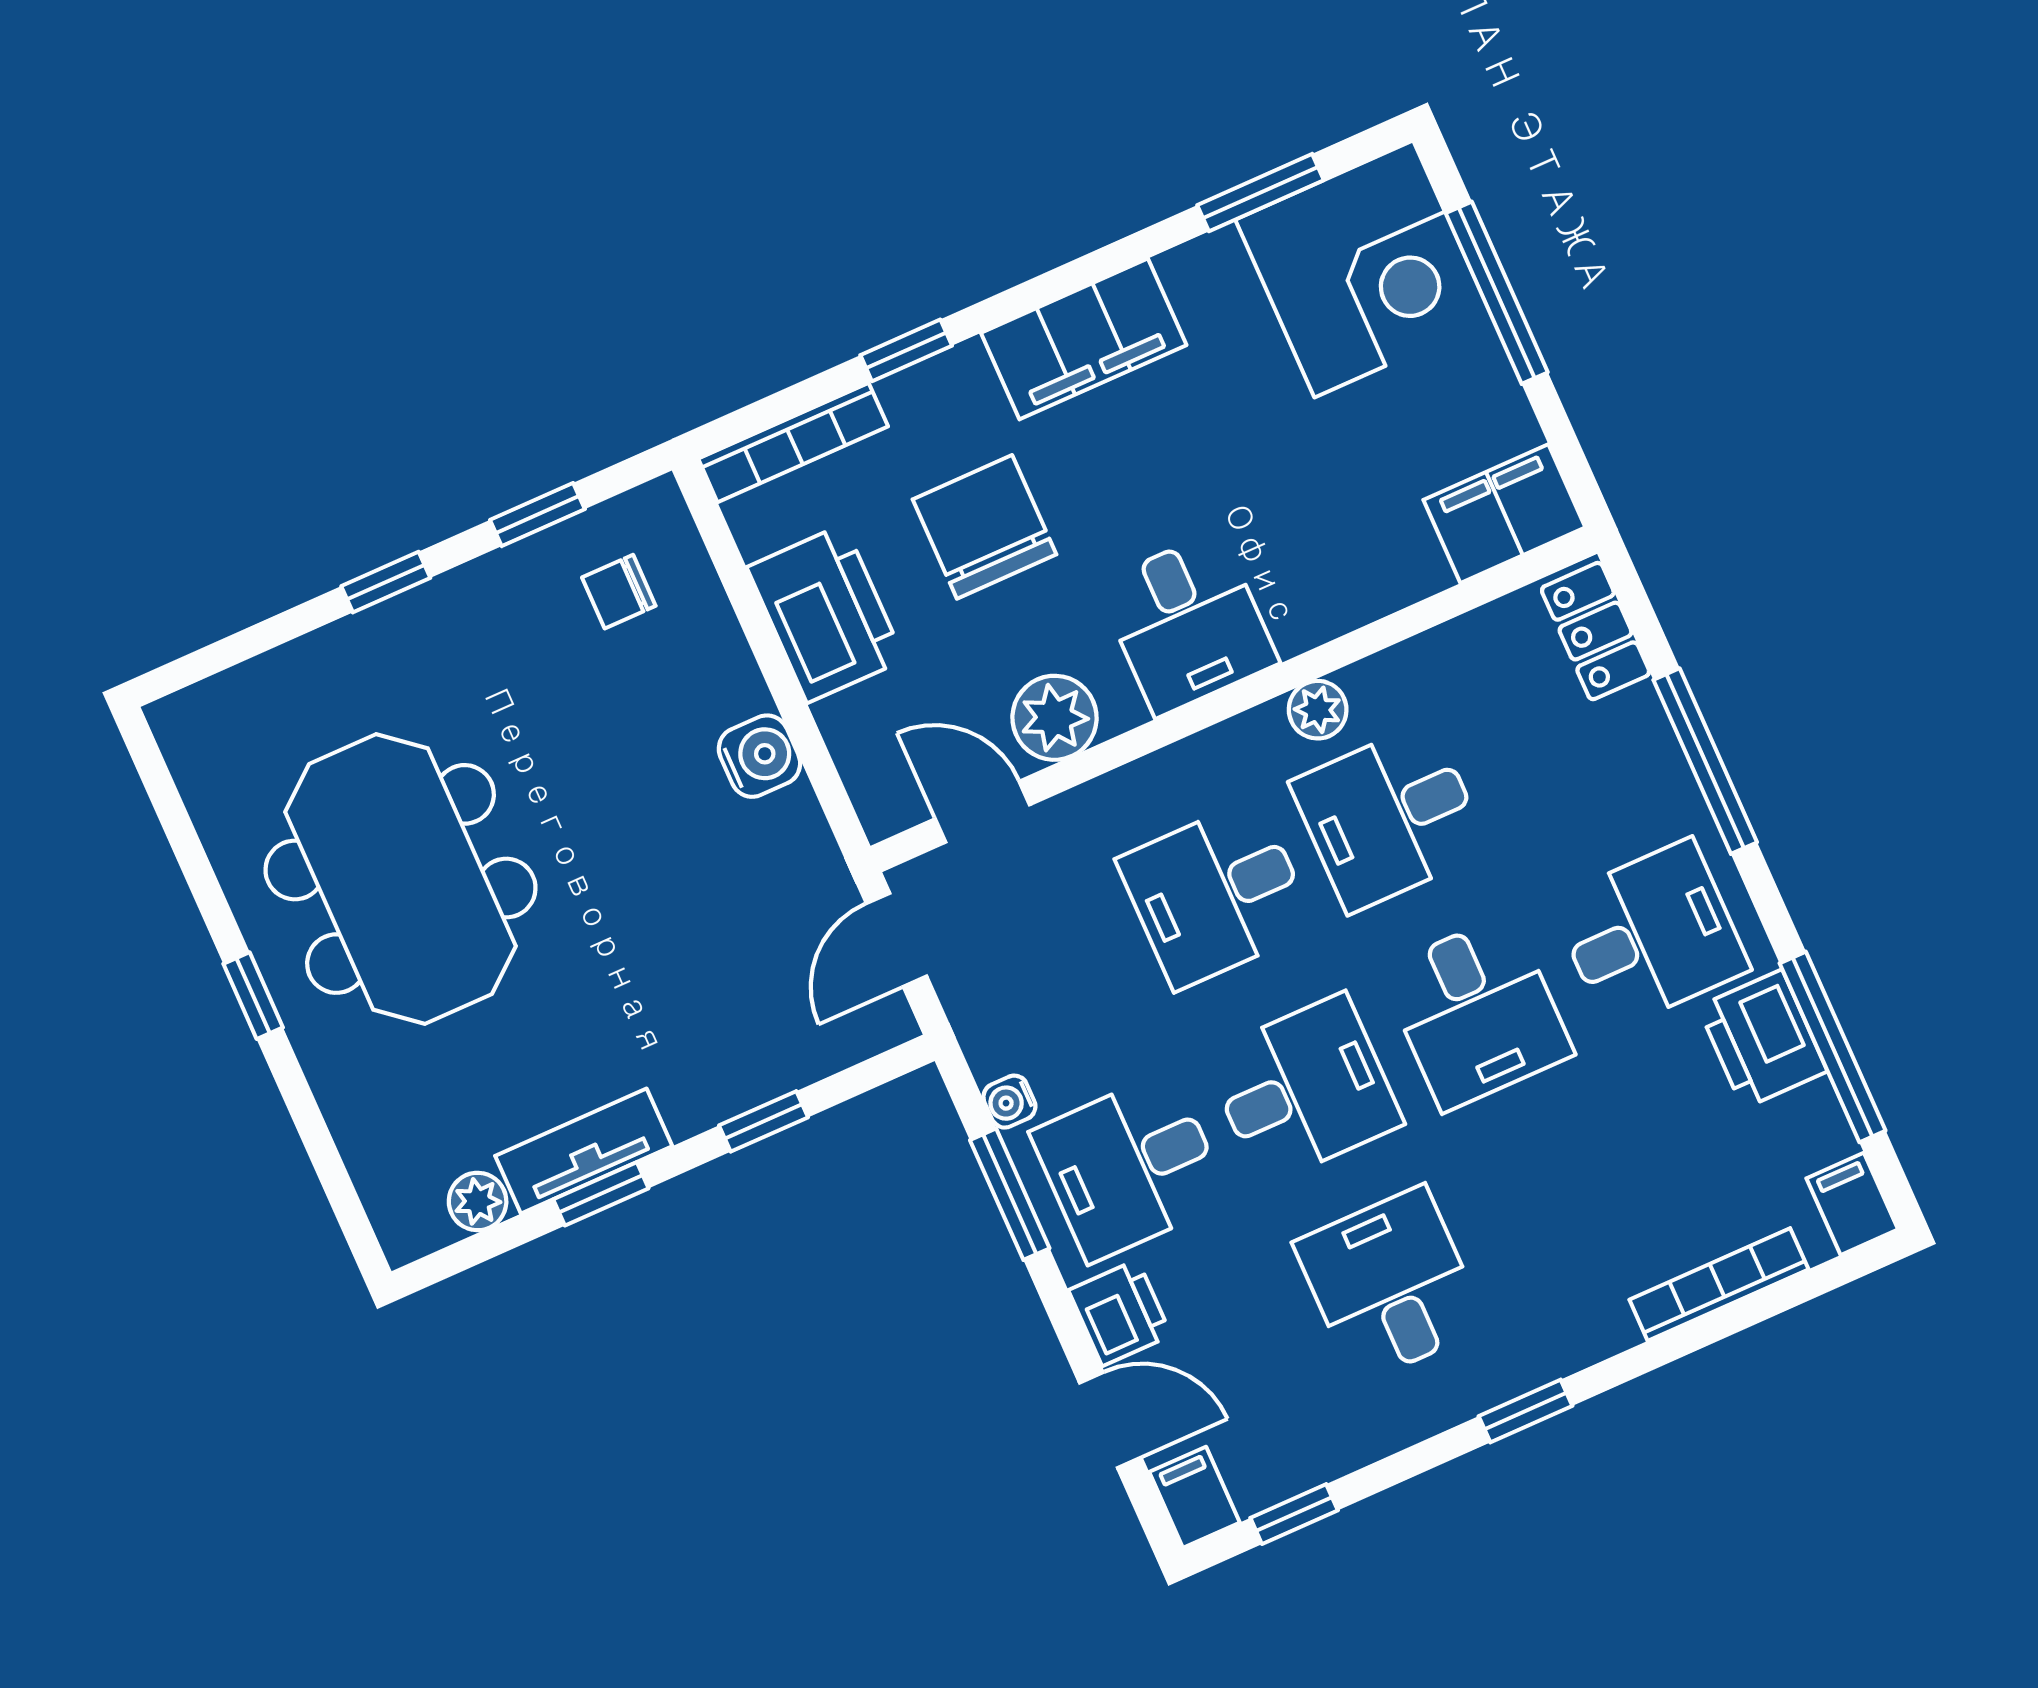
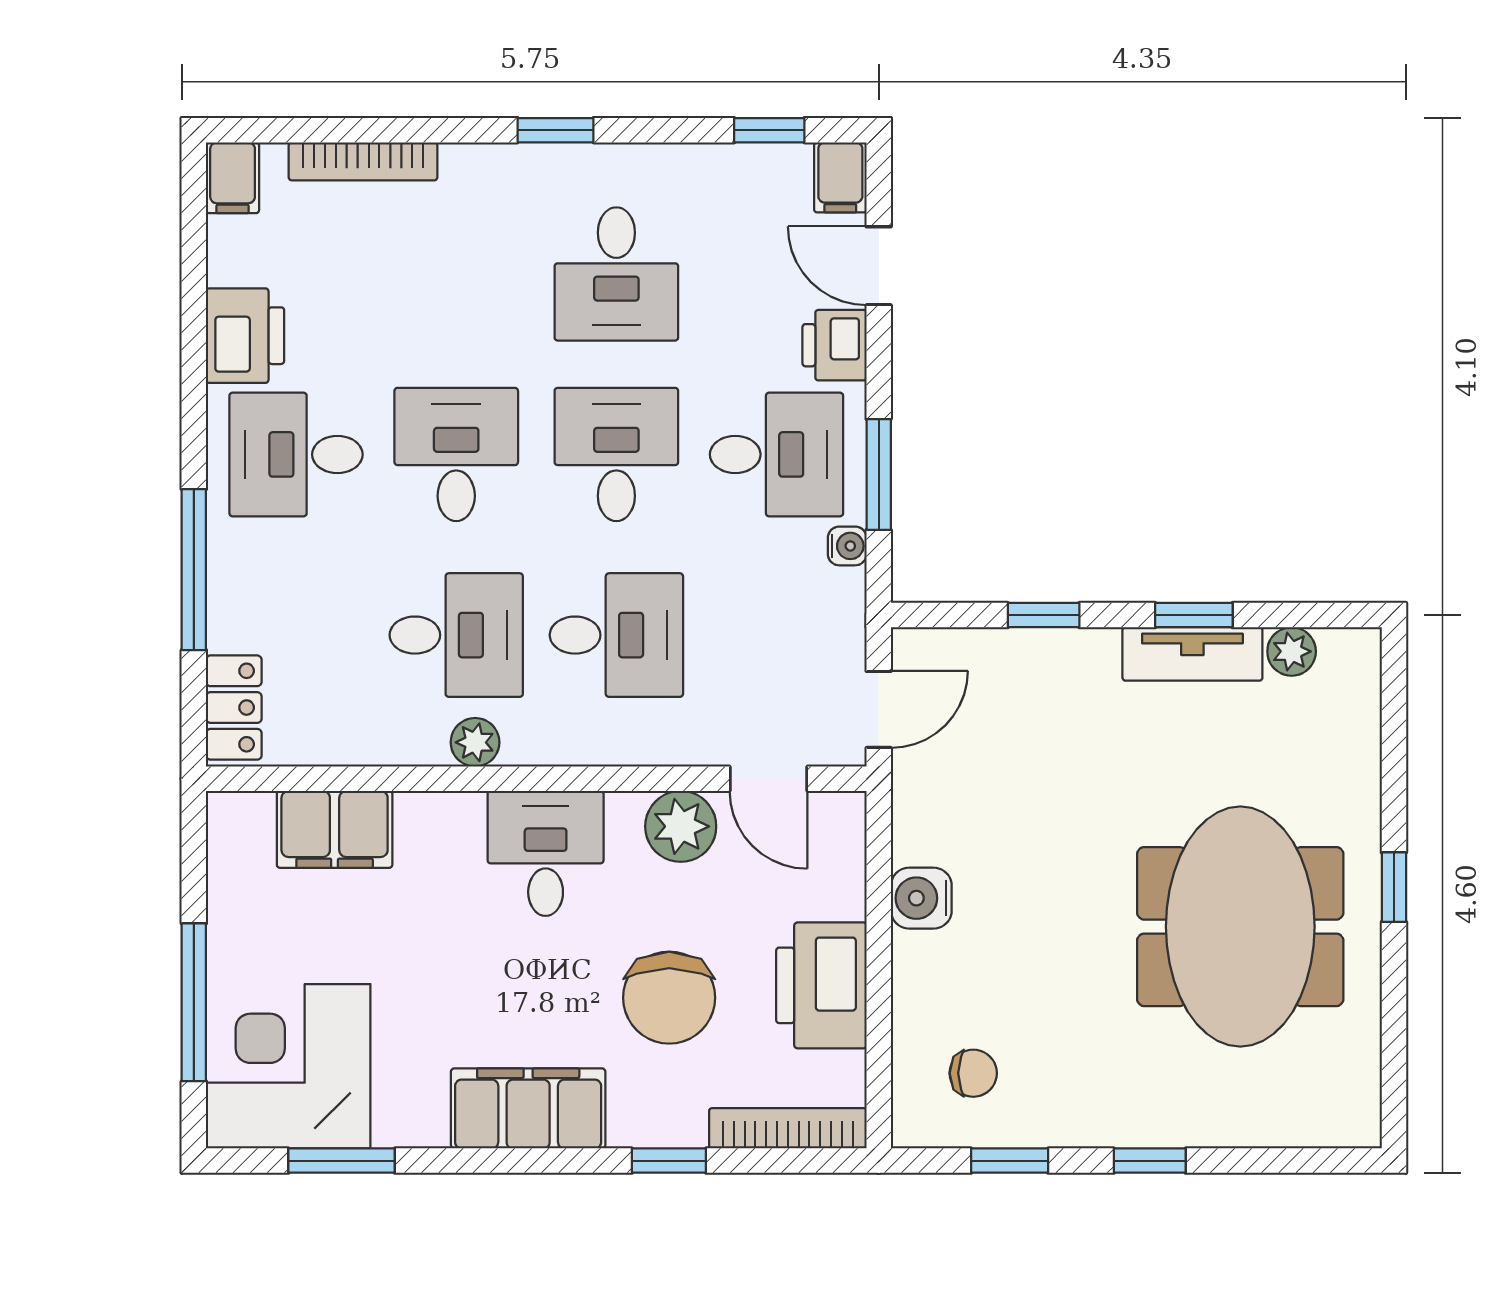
filing cabinet: (1504, 514) -> (335, 829), moved
window: (1833, 1047) -> (194, 306), removed
desk: (1303, 1089) -> (616, 454), turned 90

